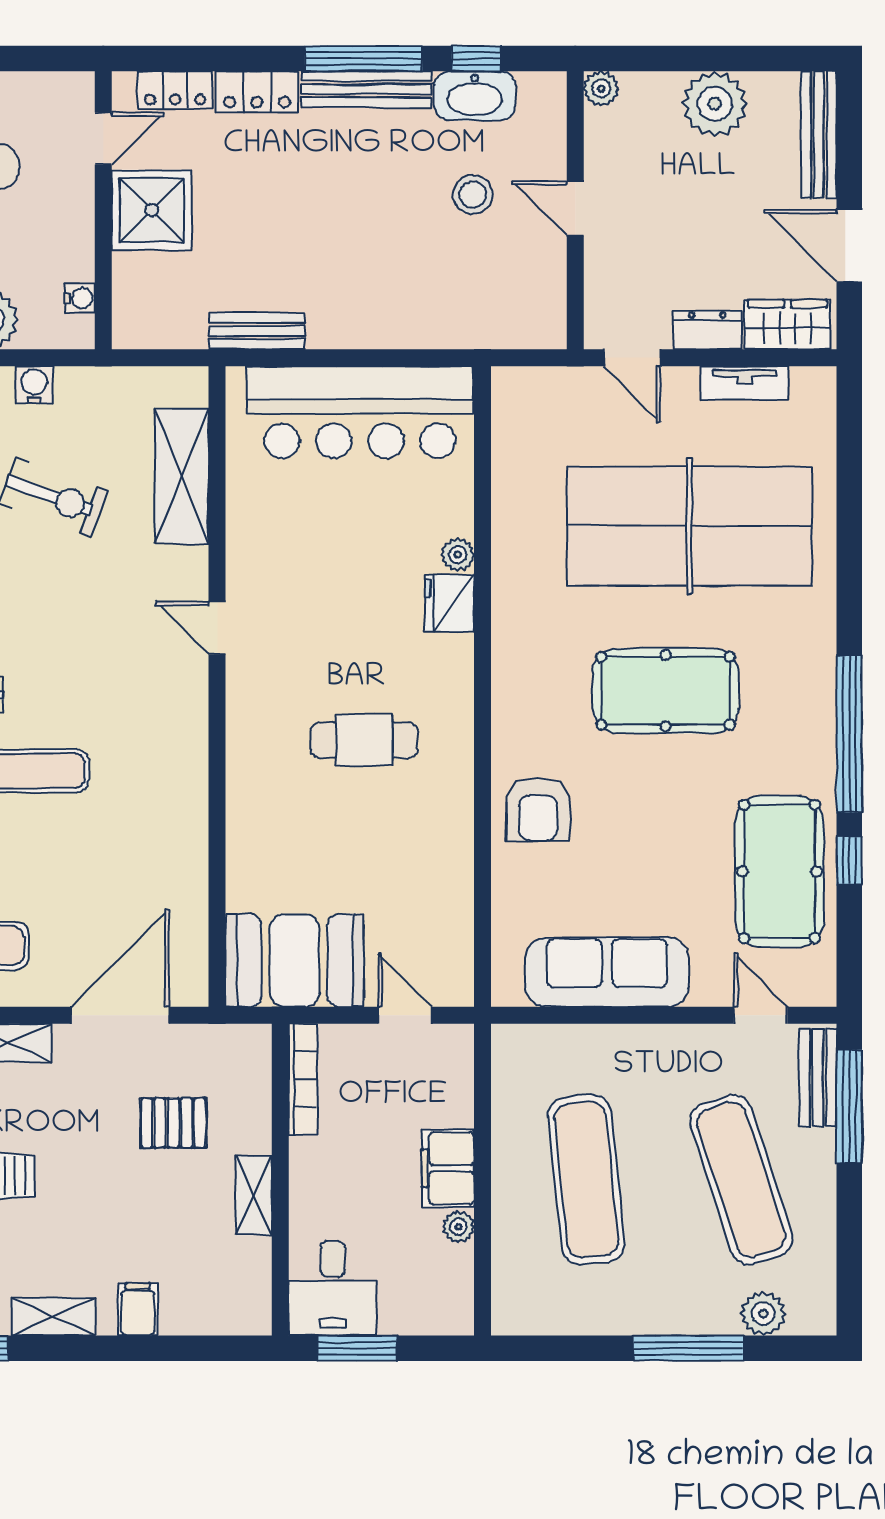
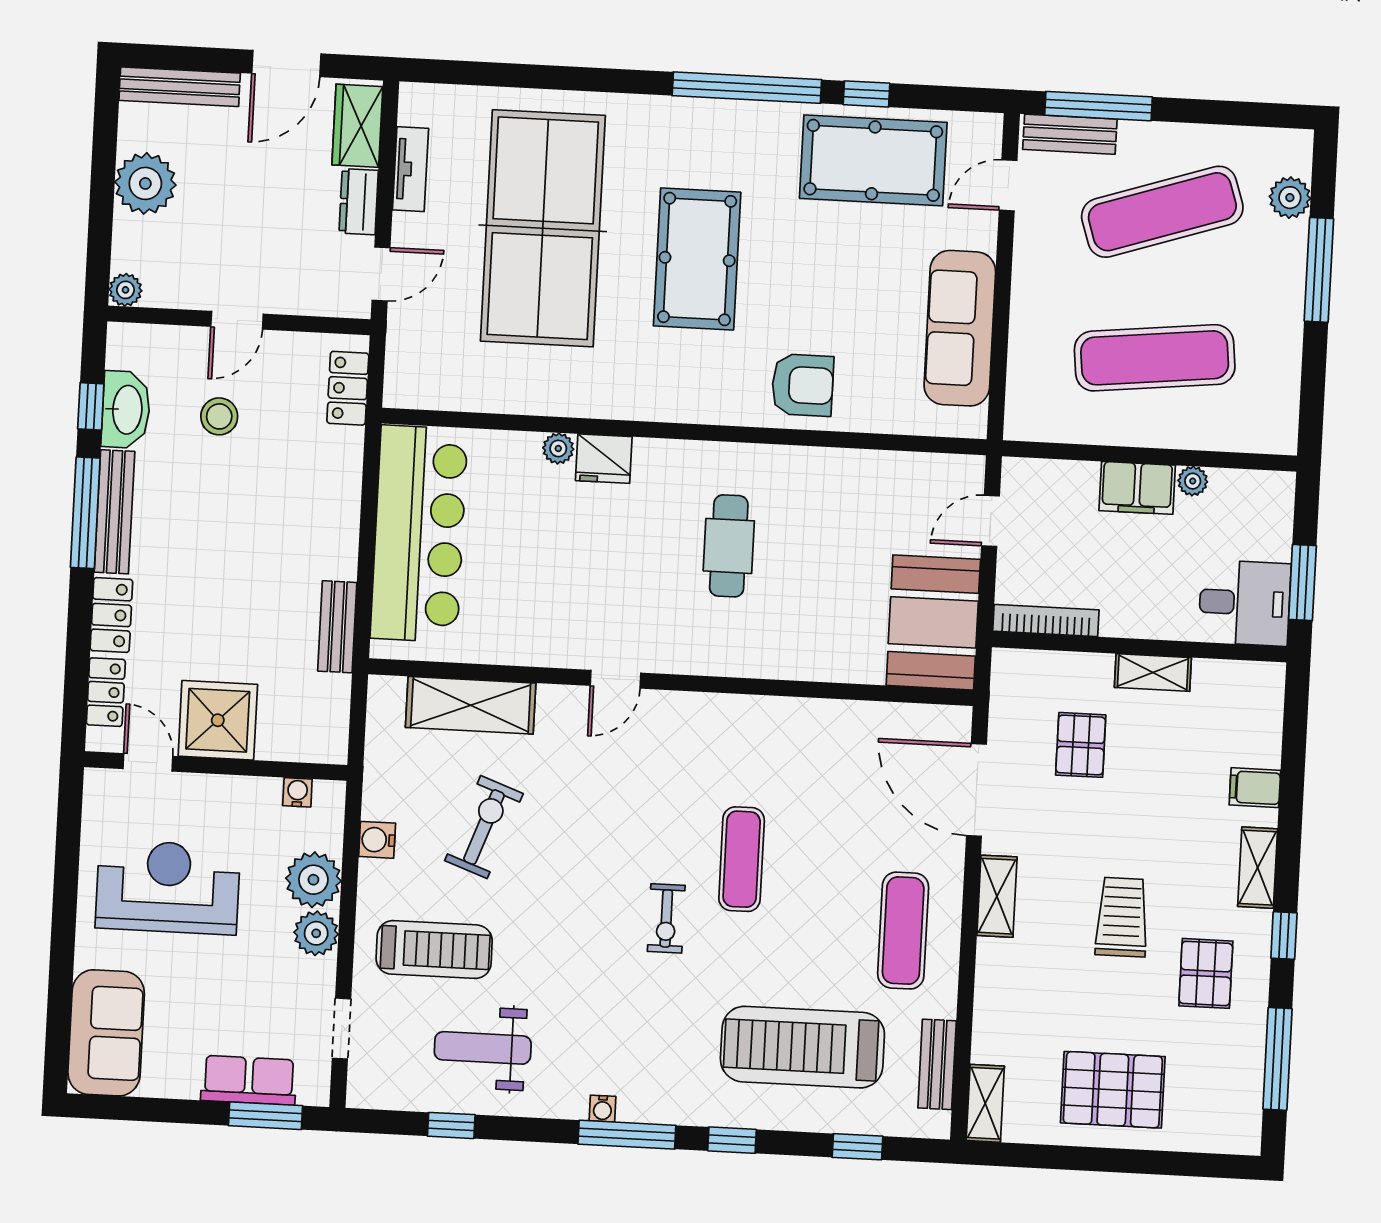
locker: (510, 329) -> (348, 388), added

